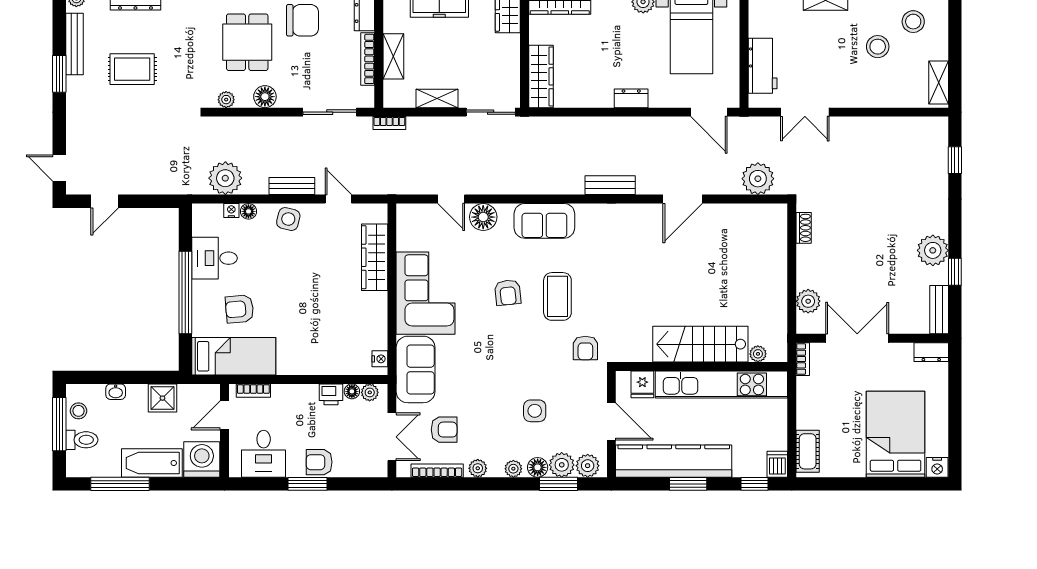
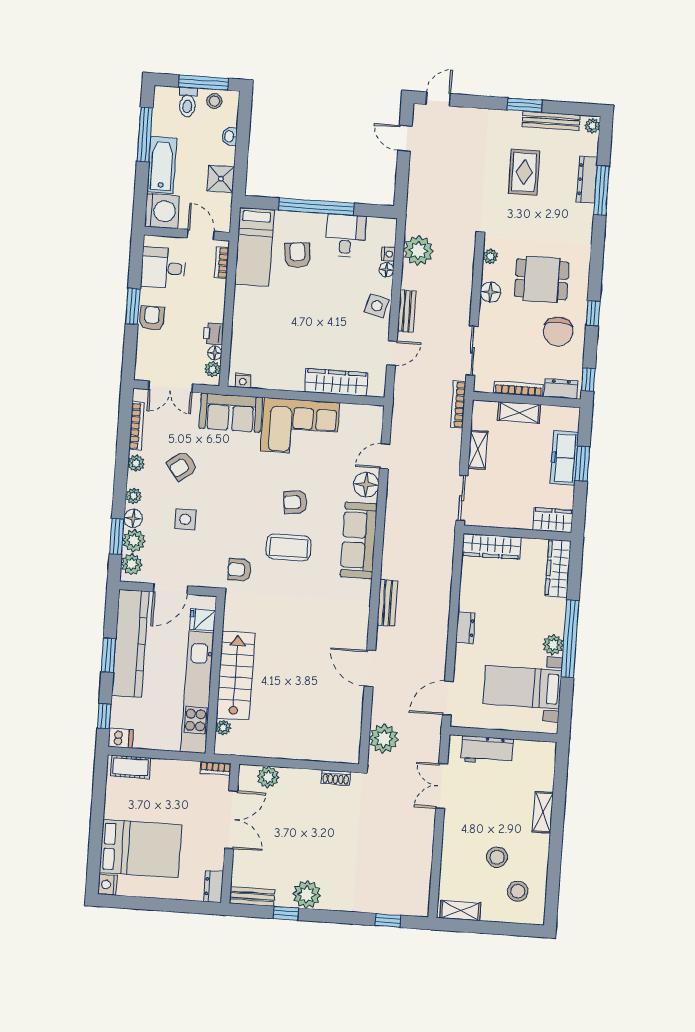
bookcase: (389, 123) -> (458, 405), width x1.56
sofa: (544, 221) -> (359, 540), width x1.36
armchair: (444, 430) -> (182, 466), moved, turned 53

